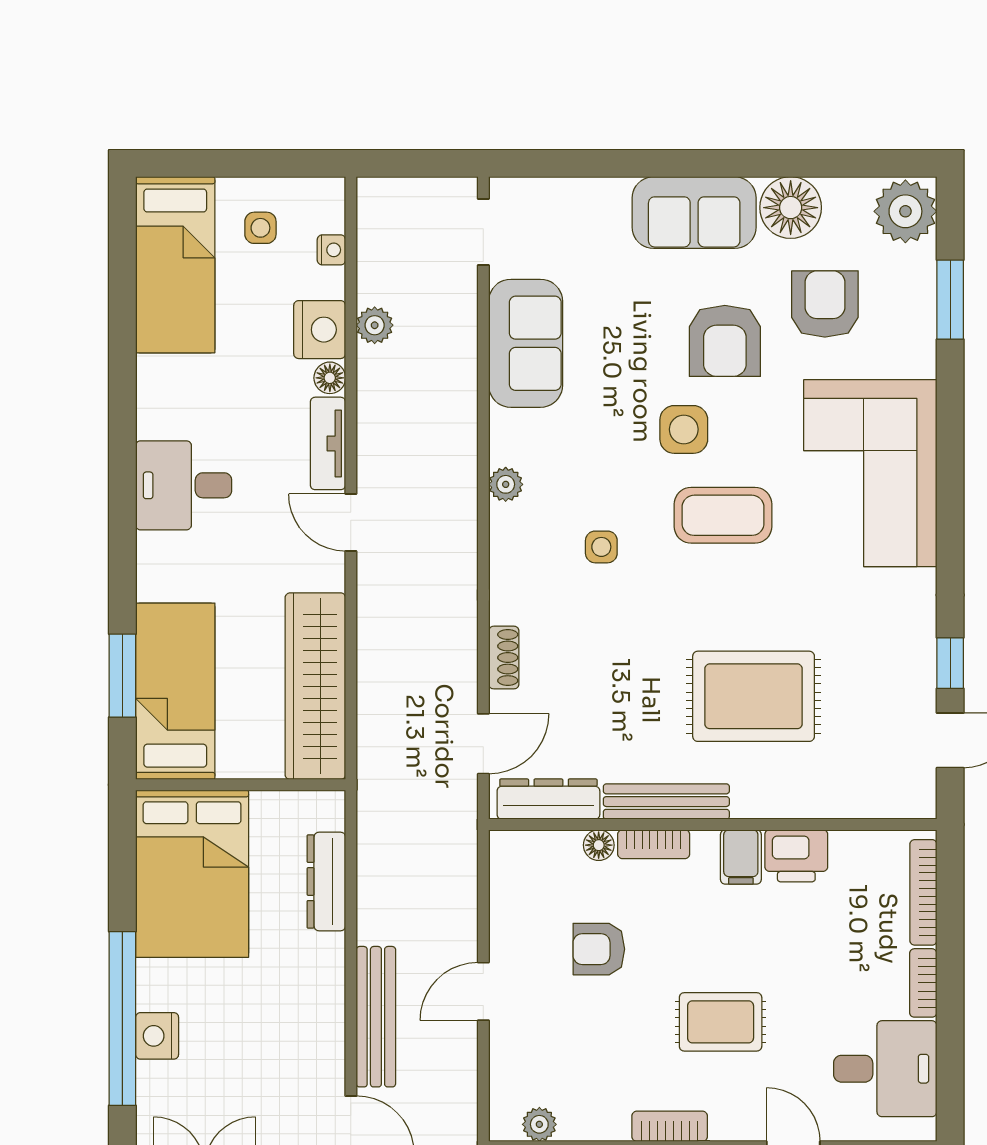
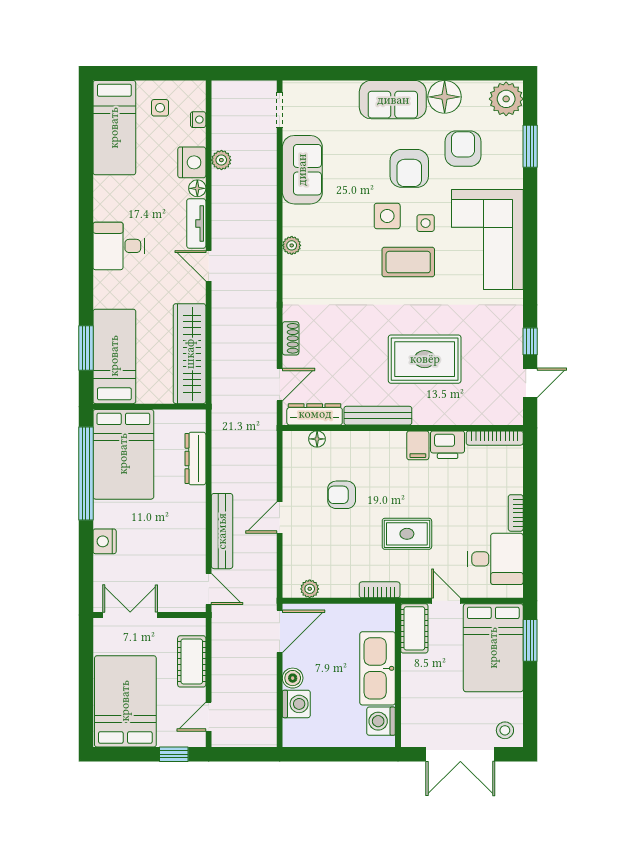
side table: (601, 547) -> (426, 223), moved
bookcase: (654, 844) -> (371, 439), removed
floor lamp: (599, 845) -> (317, 439), moved
bookcase: (923, 892) -> (495, 438), moved, turned -90
window: (122, 1018) -> (86, 473), moved

